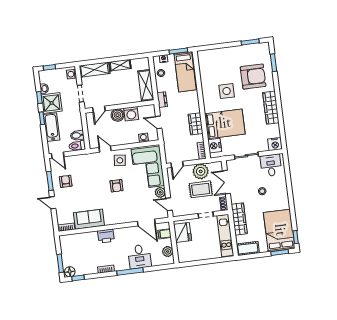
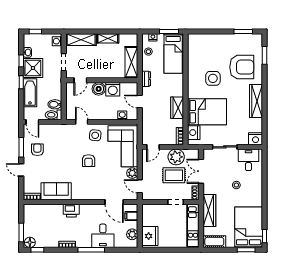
fridge: (183, 232) -> (150, 236), moved

